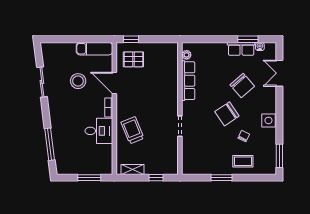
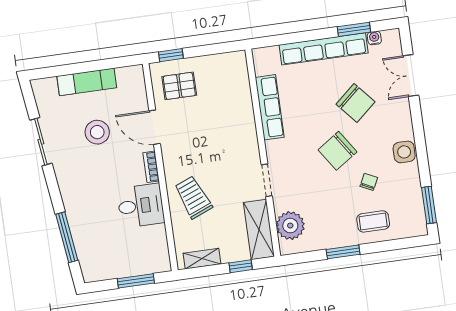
exam couch: (94, 49) -> (87, 82), moved
row of seats: (241, 49) -> (324, 49), width x2.02
plant: (187, 55) -> (290, 226), moved, width x1.88, depth x1.88
shelving: (171, 156) -> (259, 229), added

